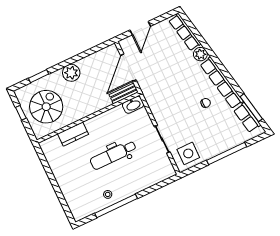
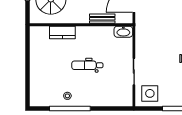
bench: (124, 93) -> (102, 19), moved
dental chair: (113, 155) -> (87, 65), width x0.73, depth x0.72

